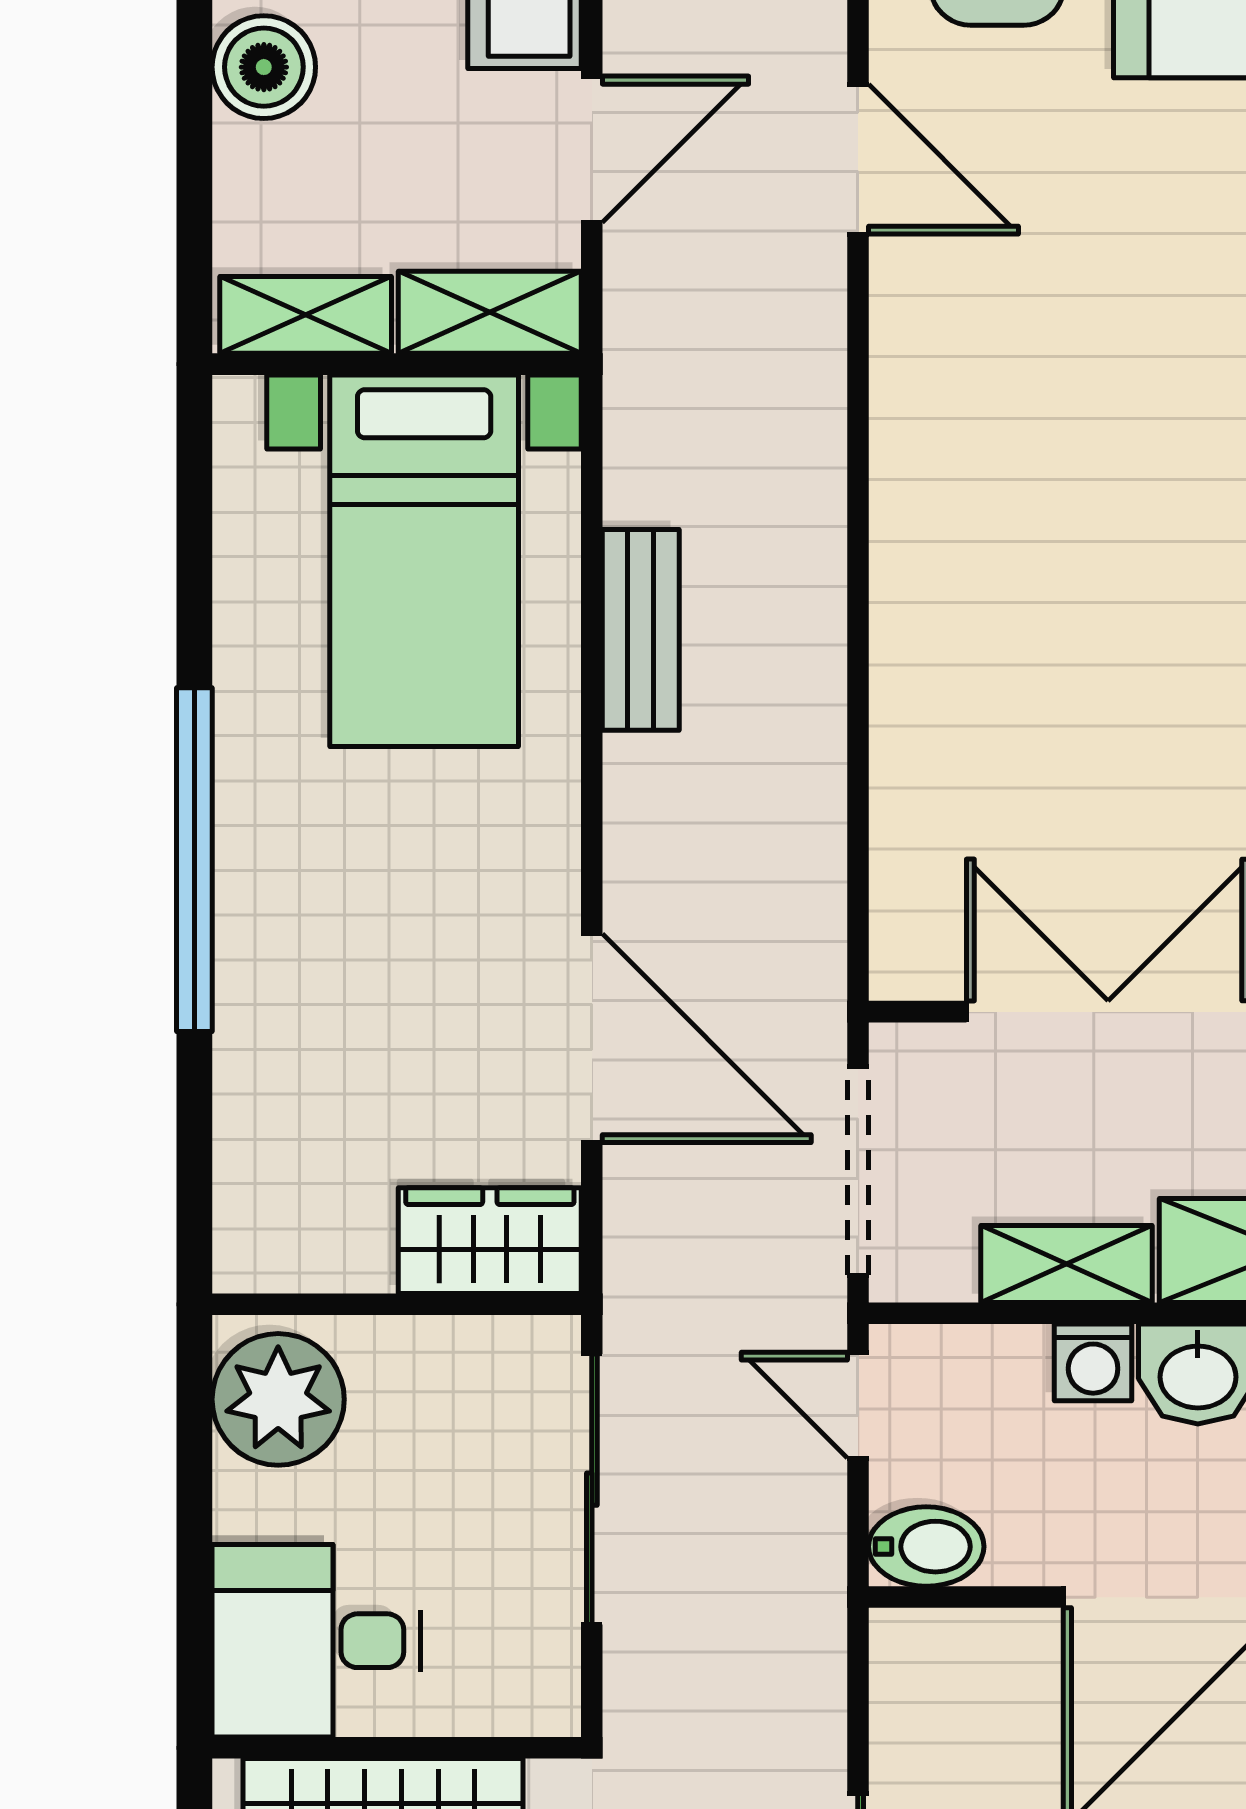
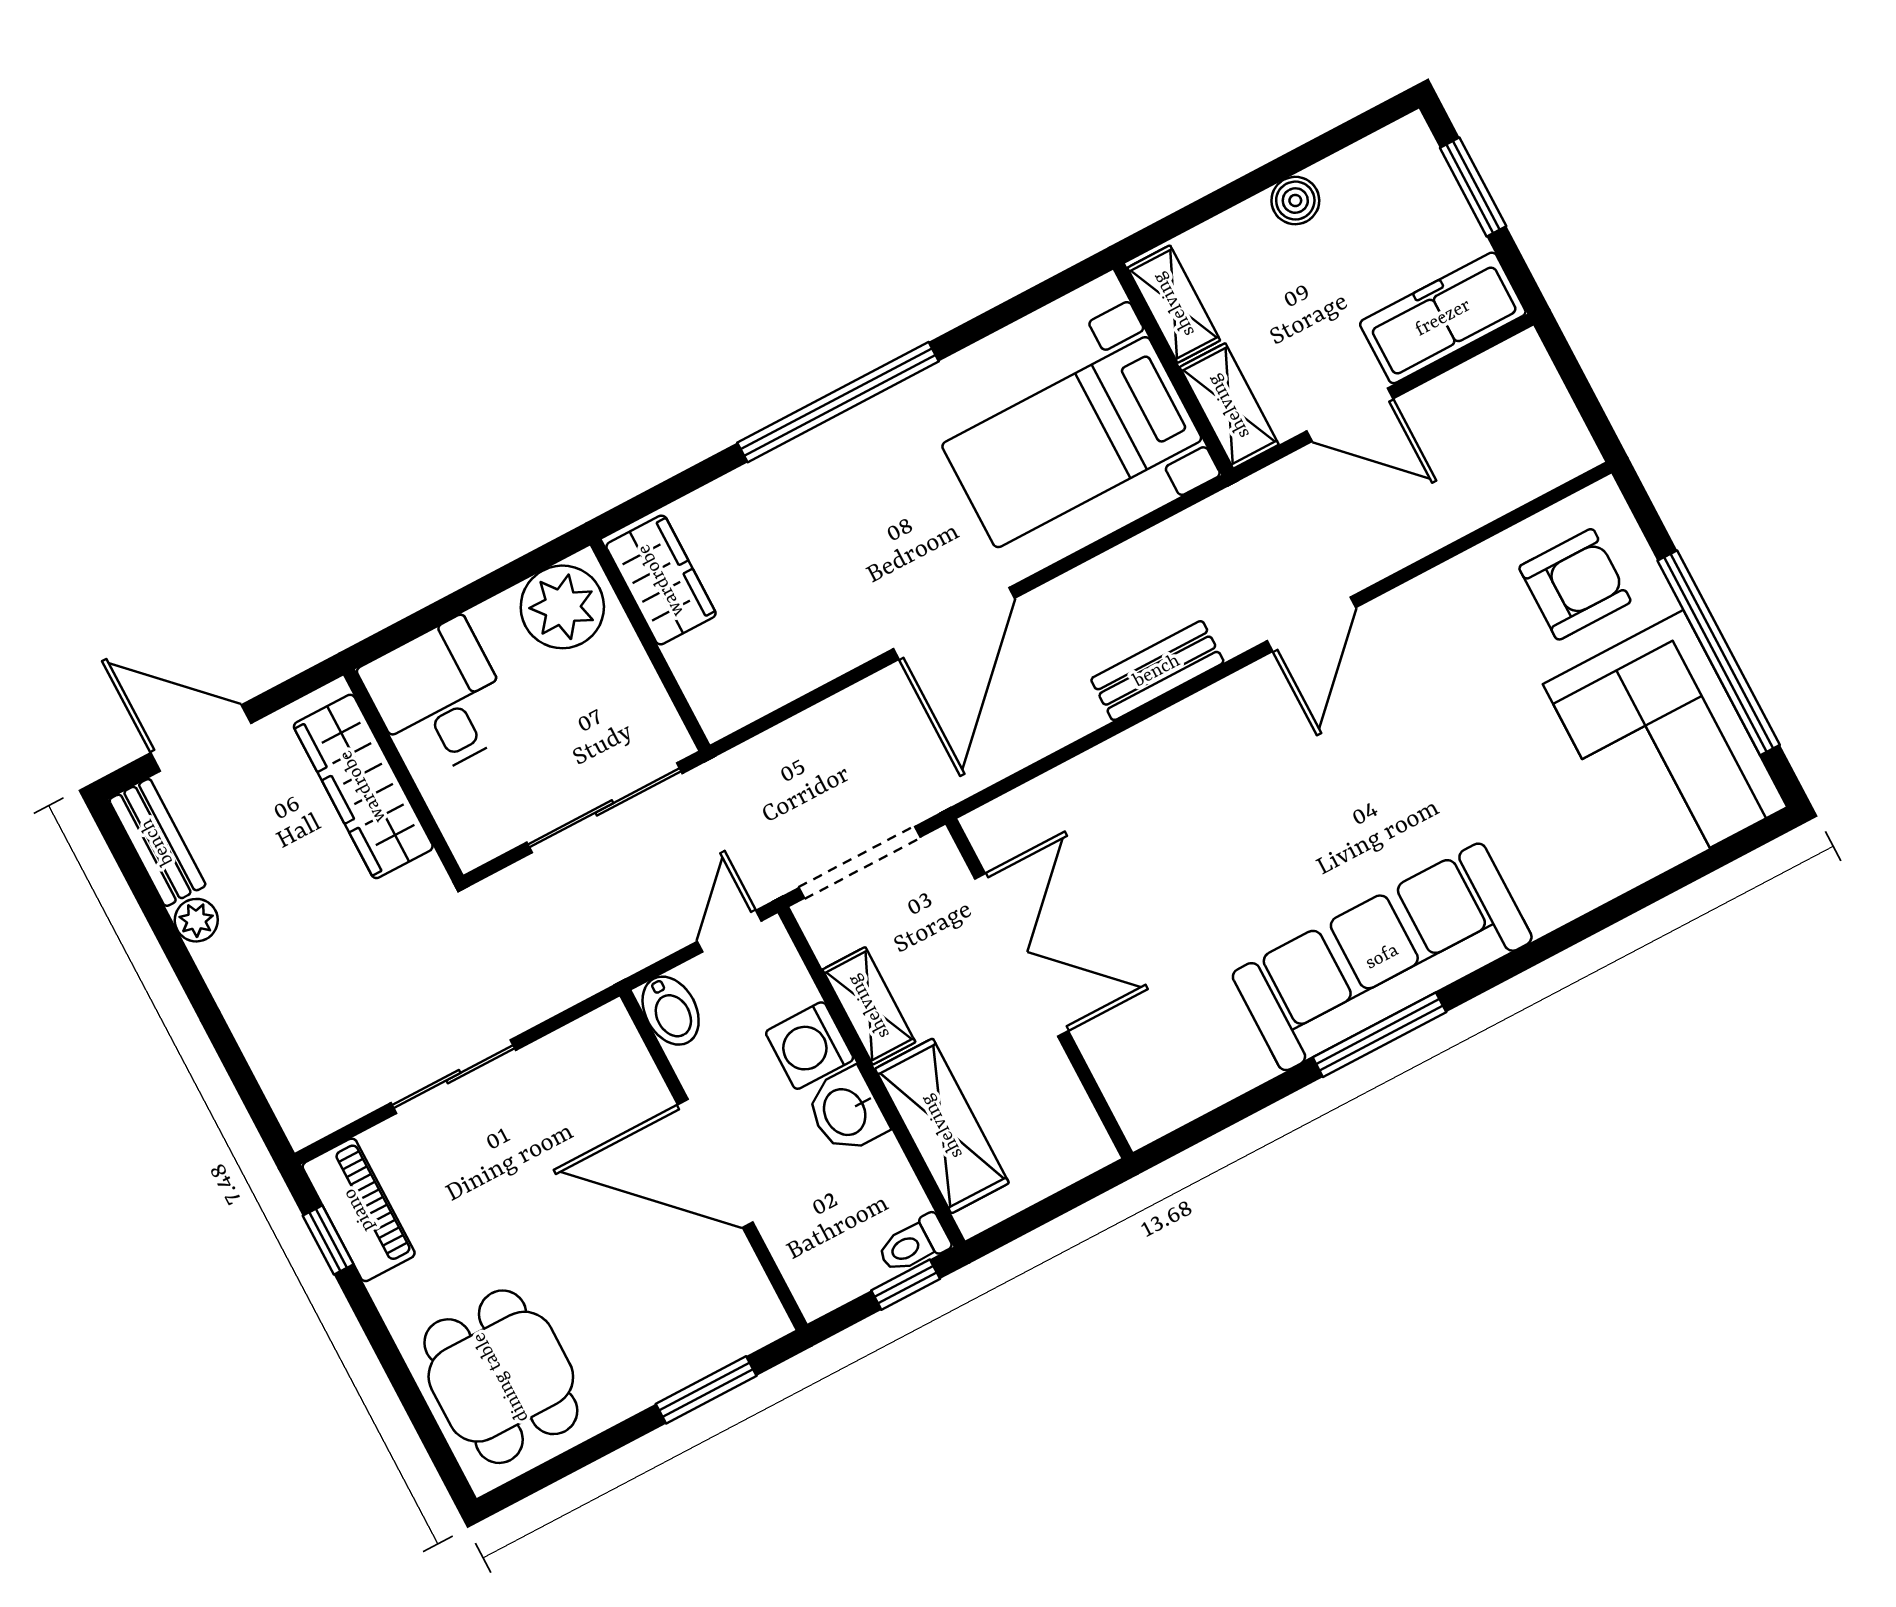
boiler: (264, 67) -> (1295, 201), width x0.73, depth x0.73
door: (858, 159) -> (1312, 624), moved
bench: (641, 630) -> (1157, 671), moved
door: (592, 1038) -> (954, 624), moved
wardrobe: (490, 1241) -> (661, 580), moved
washing machine: (1093, 1362) -> (810, 1046), width x1.38, depth x1.38

